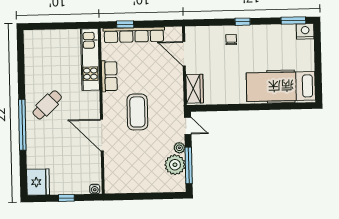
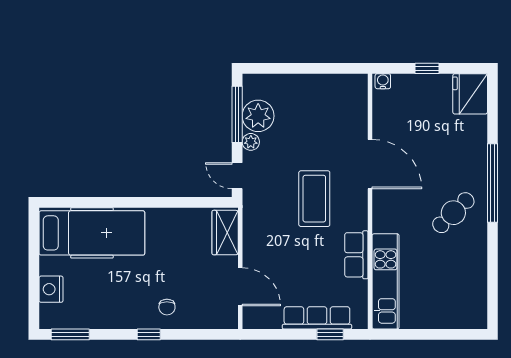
nightstand: (305, 31) -> (51, 289), moved, turned 90
row of seats: (134, 35) -> (317, 318), width x0.73

